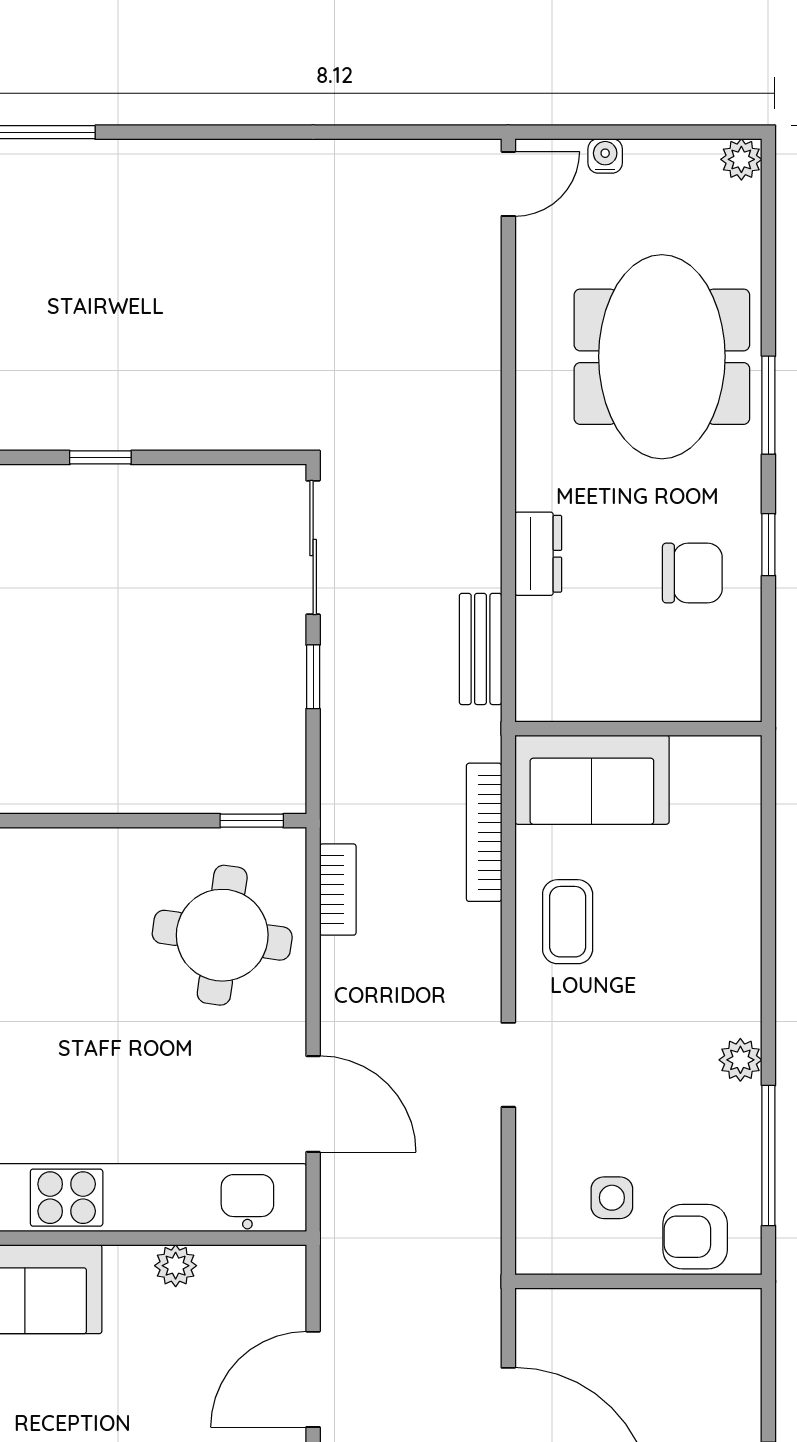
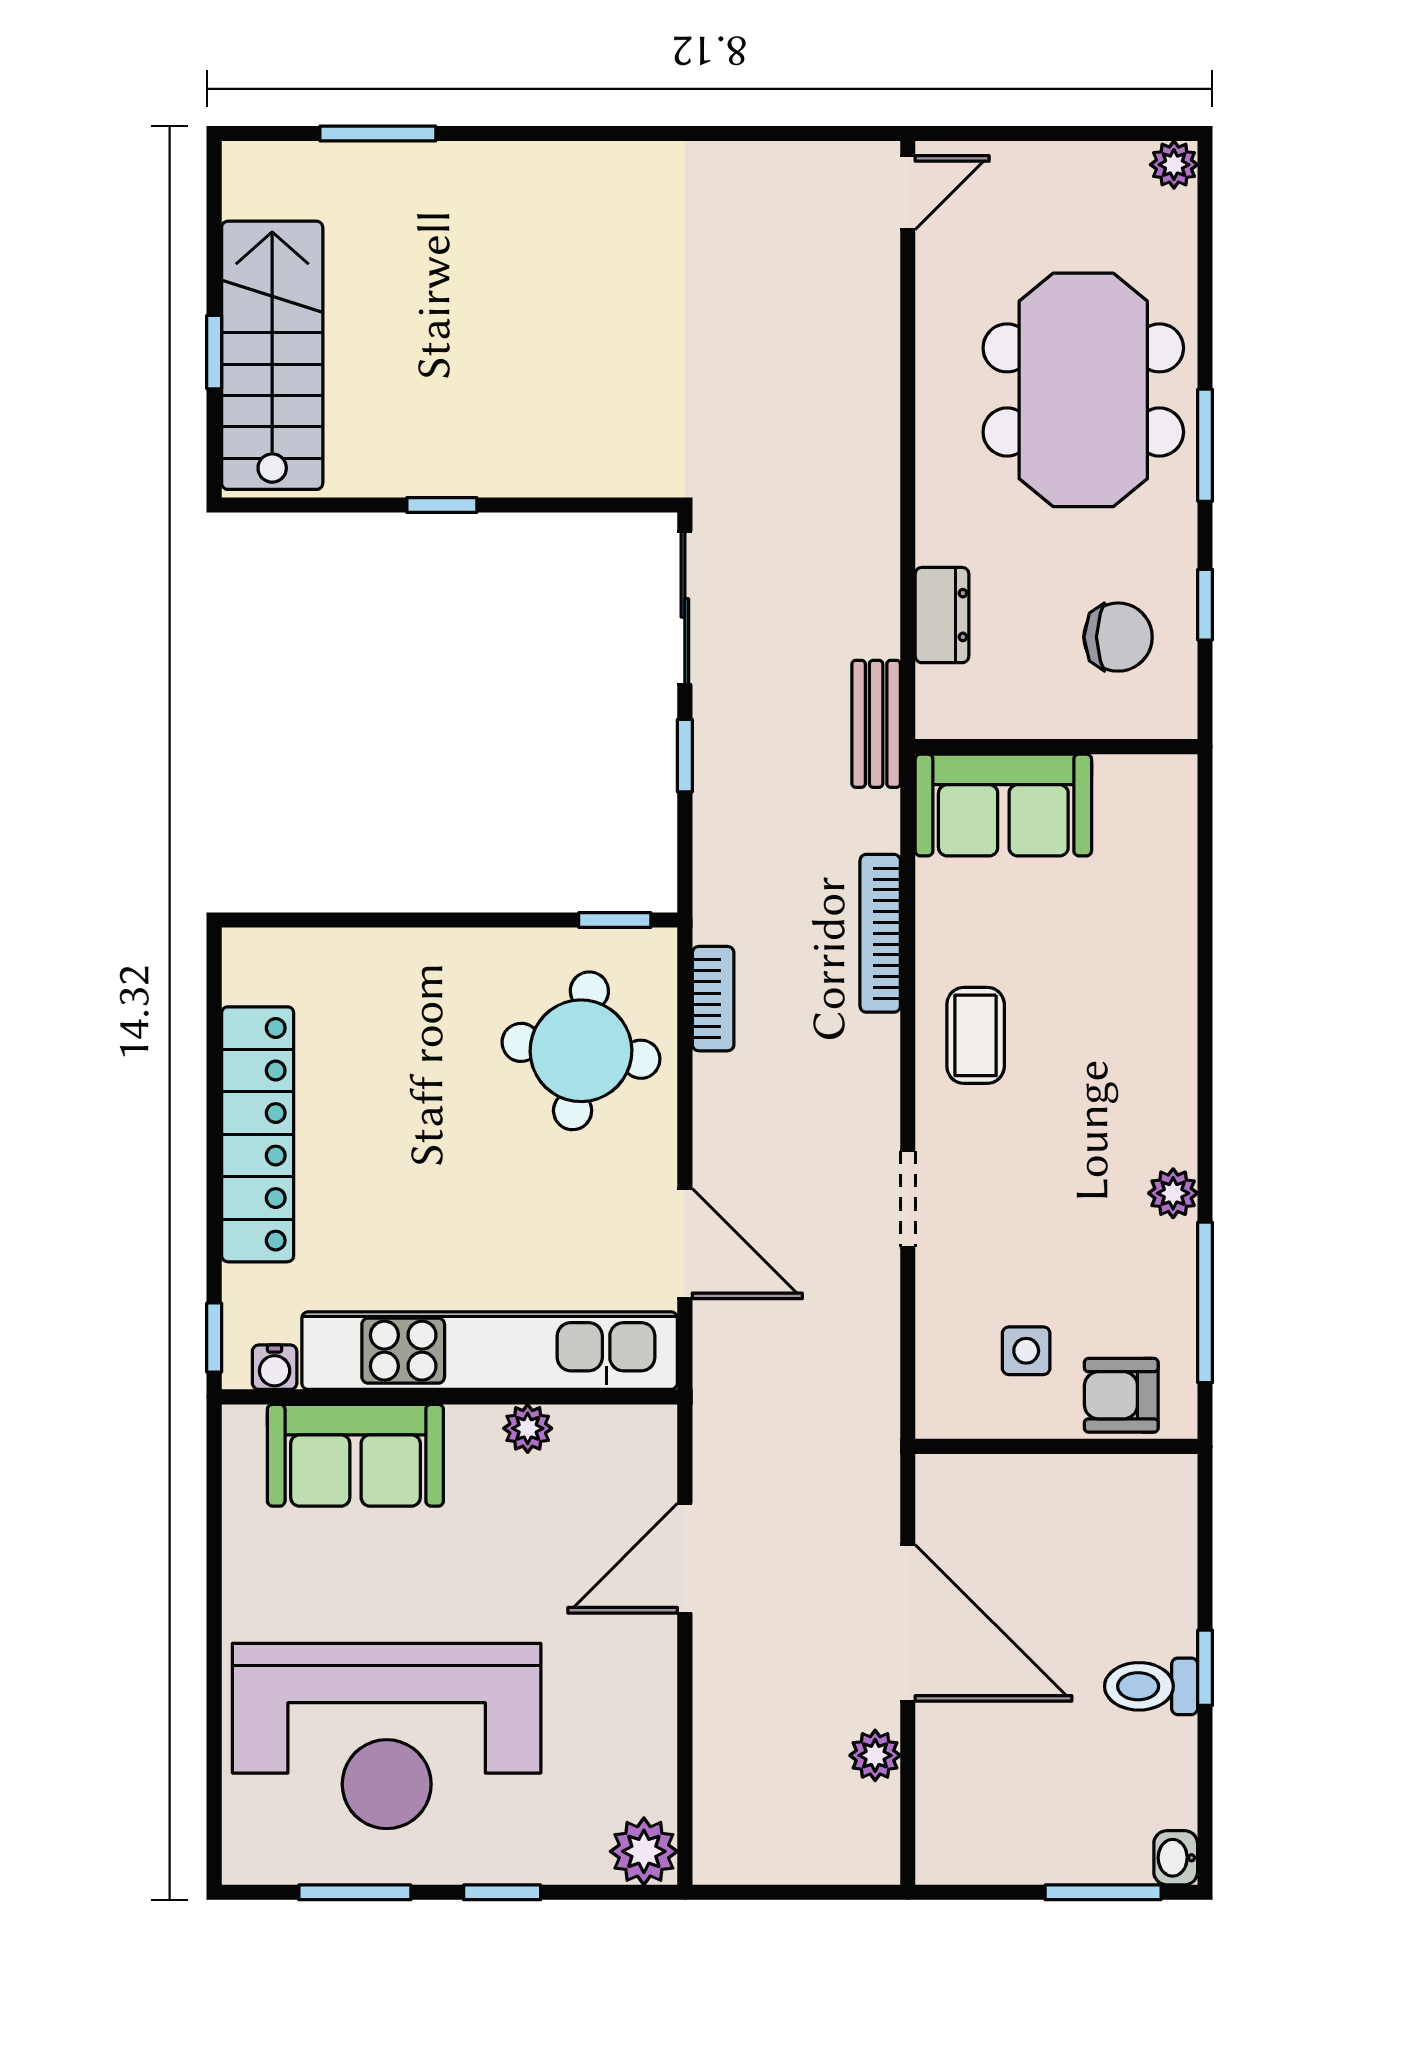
water cooler: (605, 156) -> (1018, 161), removed
wall: (638, 729) -> (1056, 747), moved
sofa: (592, 780) -> (1003, 805), moved

